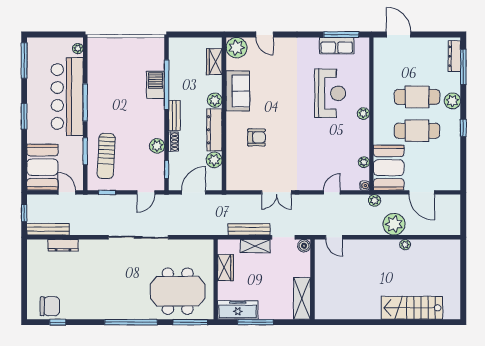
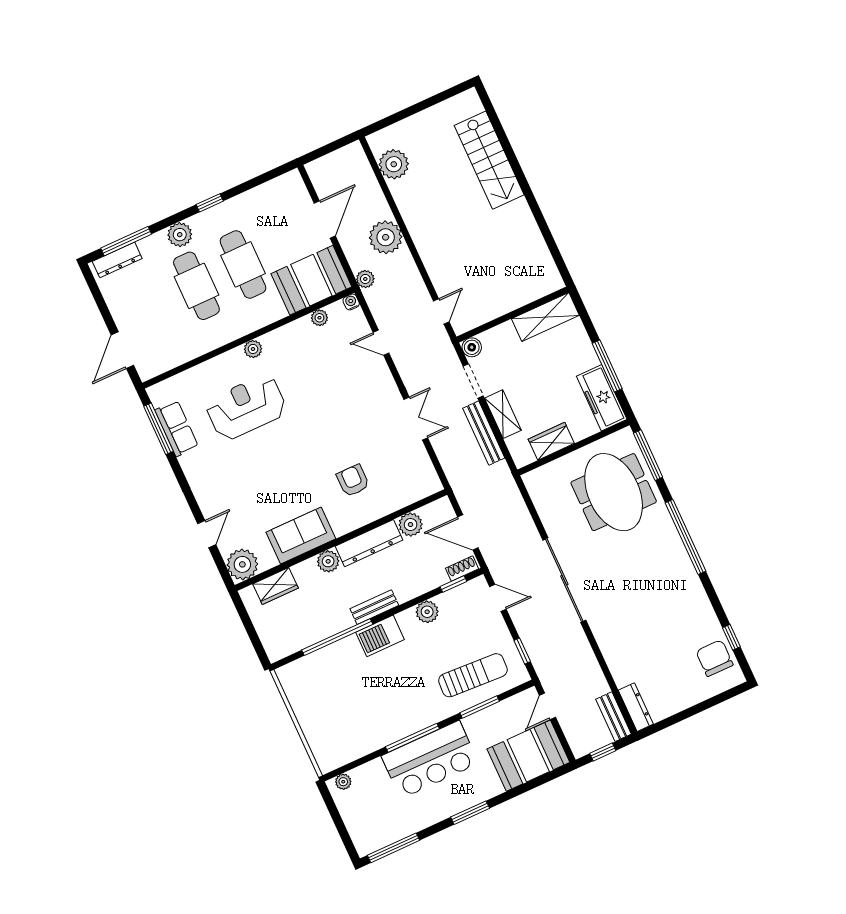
barbecue: (155, 85) -> (380, 636), moved
bar counter: (67, 96) -> (430, 760), width x0.73
shoe rack: (173, 142) -> (462, 569), moved
bench: (48, 229) -> (614, 717), width x0.73
dresser: (63, 245) -> (636, 707), moved
plant: (405, 245) -> (394, 164), moved, width x1.88, depth x1.88

